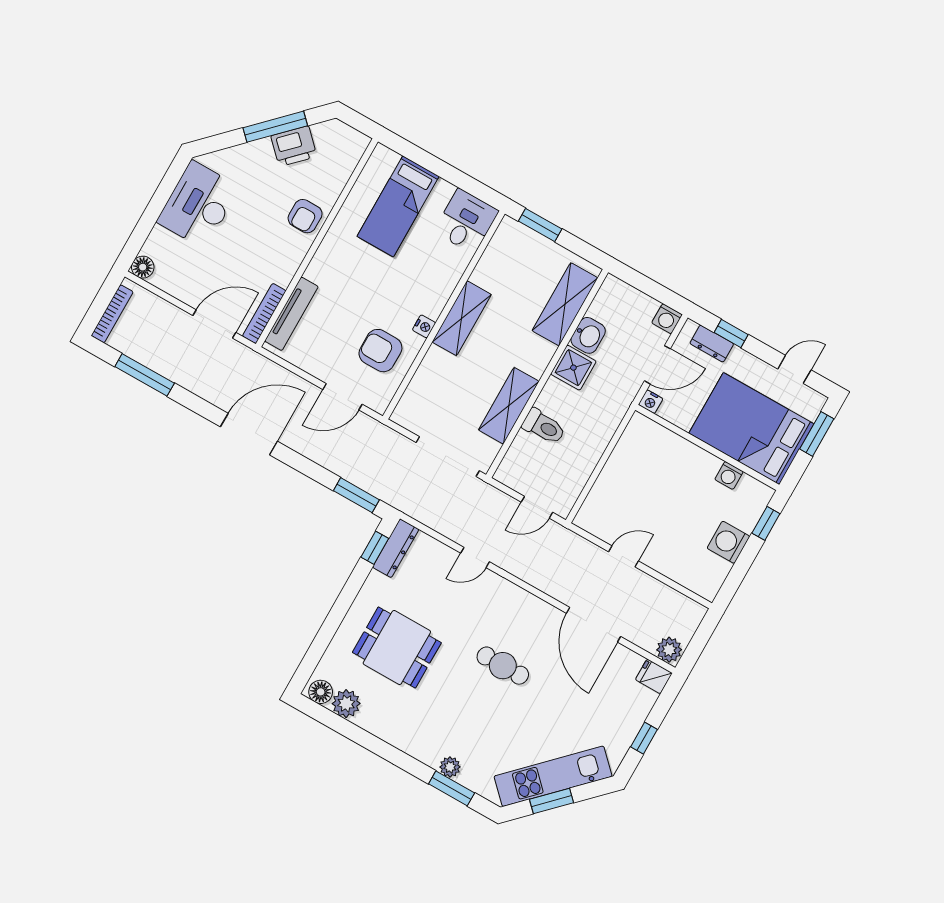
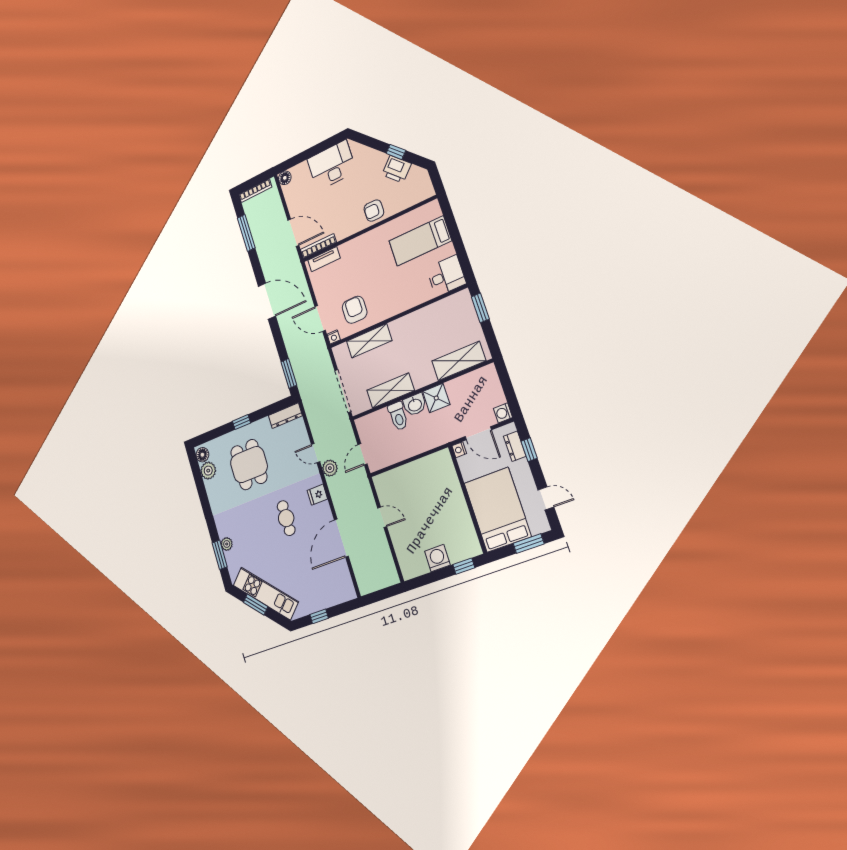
window: (275, 127) -> (396, 152), width x0.46
tv unit: (291, 314) -> (324, 259), width x0.71
shelving: (462, 318) -> (369, 341), moved
nightstand: (424, 326) -> (334, 337), moved
washbasin: (588, 335) -> (415, 405), moved
washing machine: (729, 475) -> (466, 524), removed
door: (537, 507) -> (363, 454), hinge flipped
window: (375, 548) -> (241, 422), moved
plant: (669, 650) -> (330, 468), moved
fridge: (654, 676) -> (317, 495), moved, turned -90

